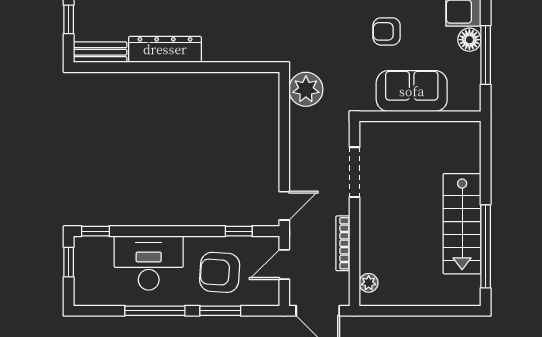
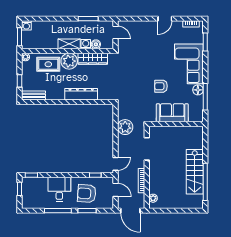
dresser: (165, 49) -> (81, 94), moved
plant: (306, 89) -> (125, 127), moved
desk: (149, 263) -> (59, 189), width x0.73
door: (284, 264) -> (115, 190), swing flipped

